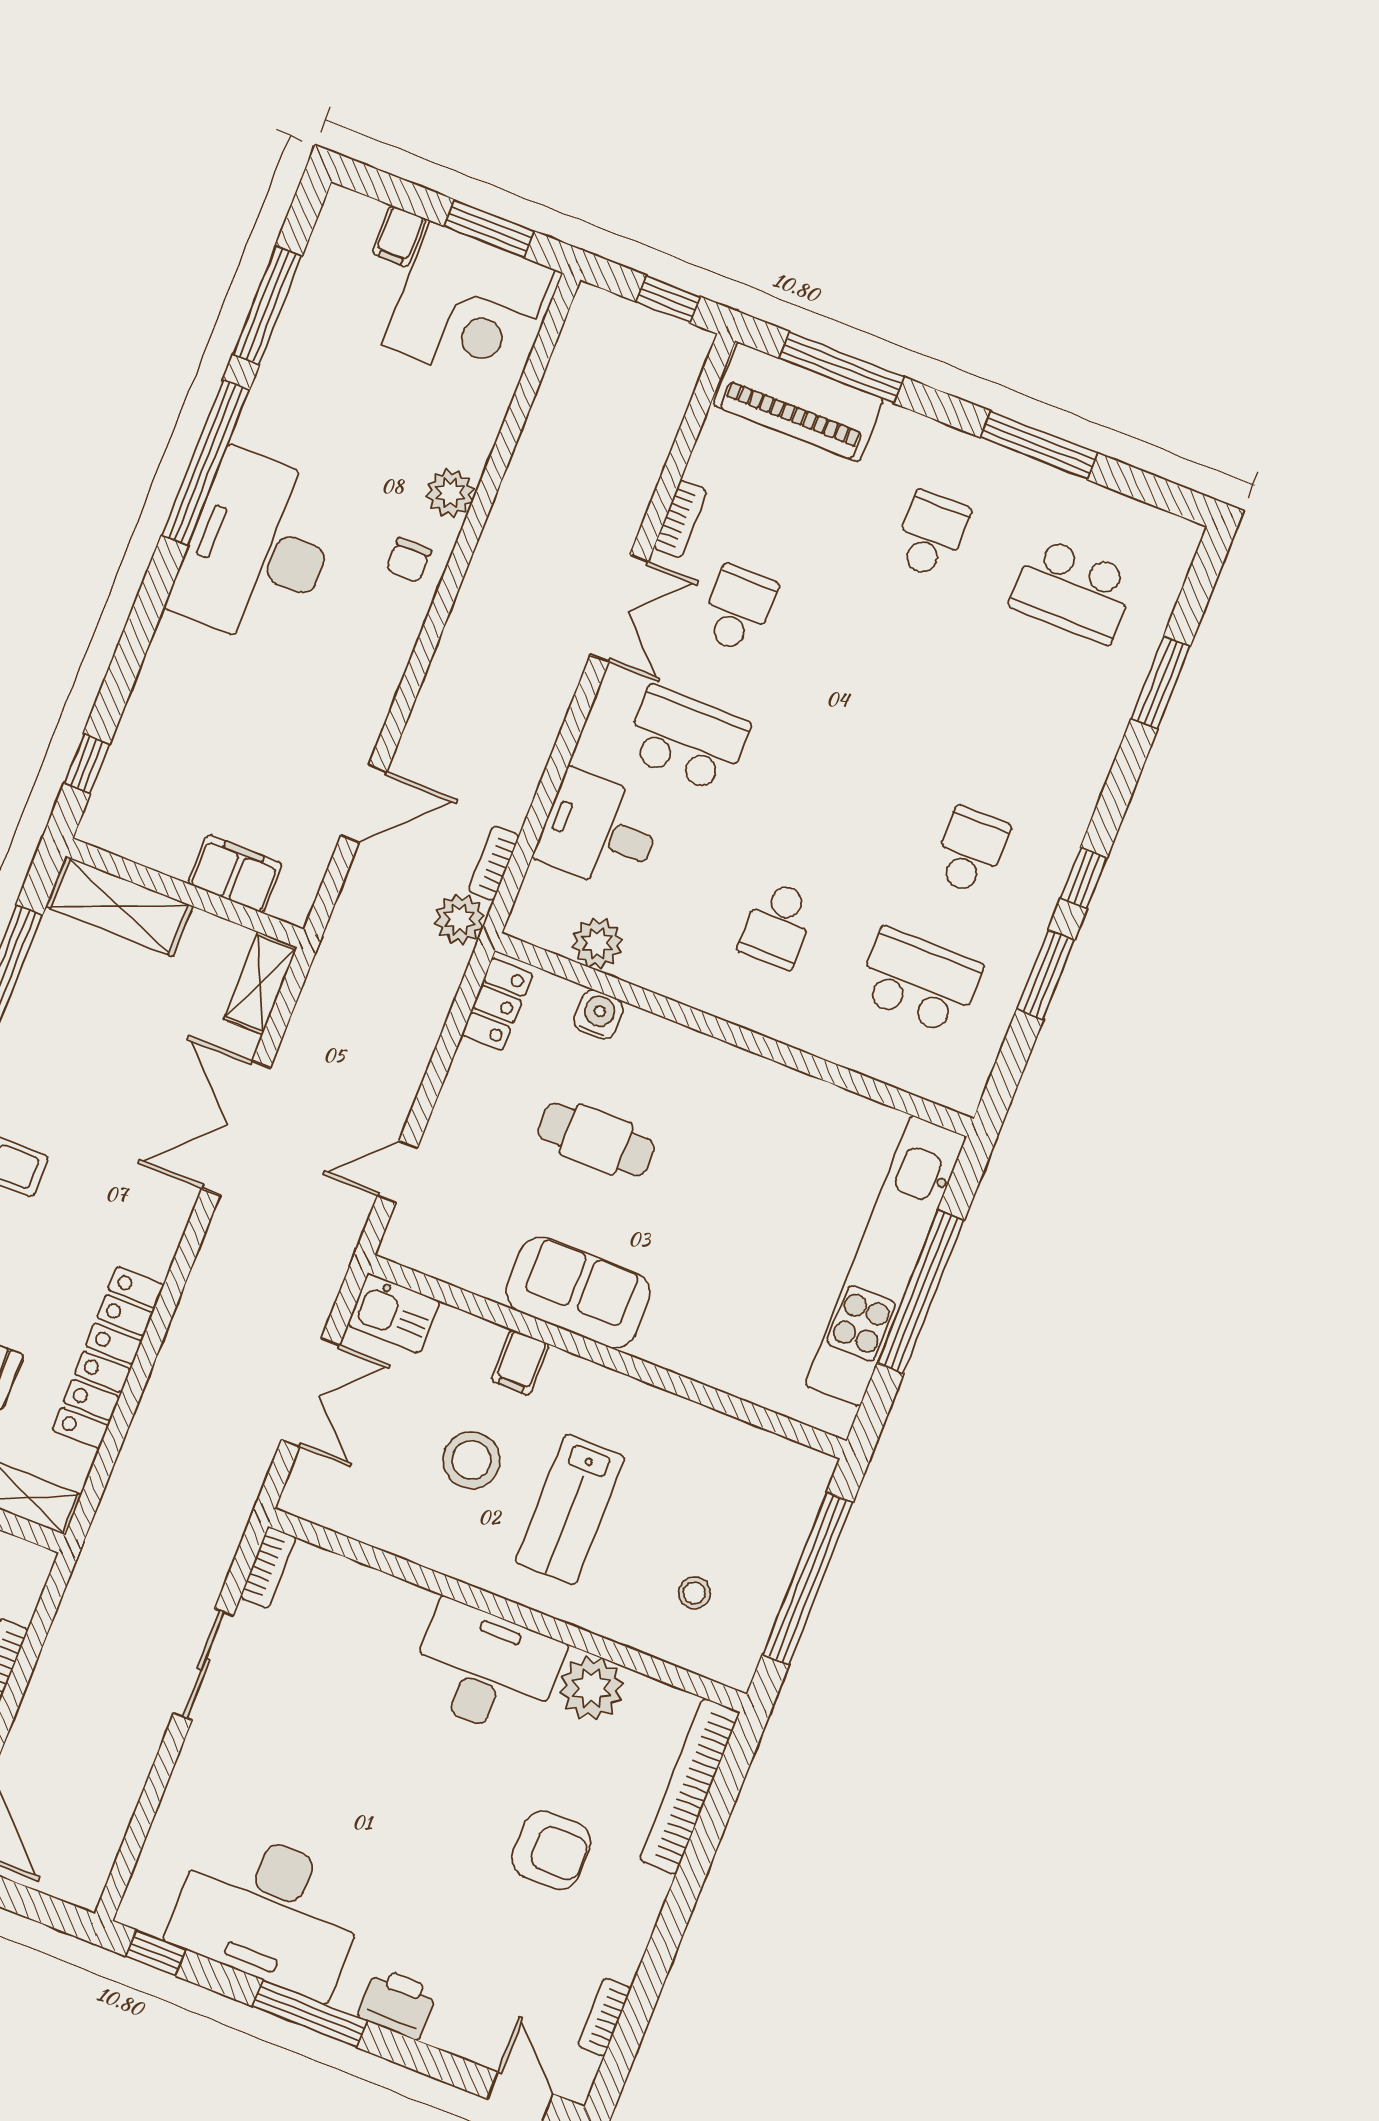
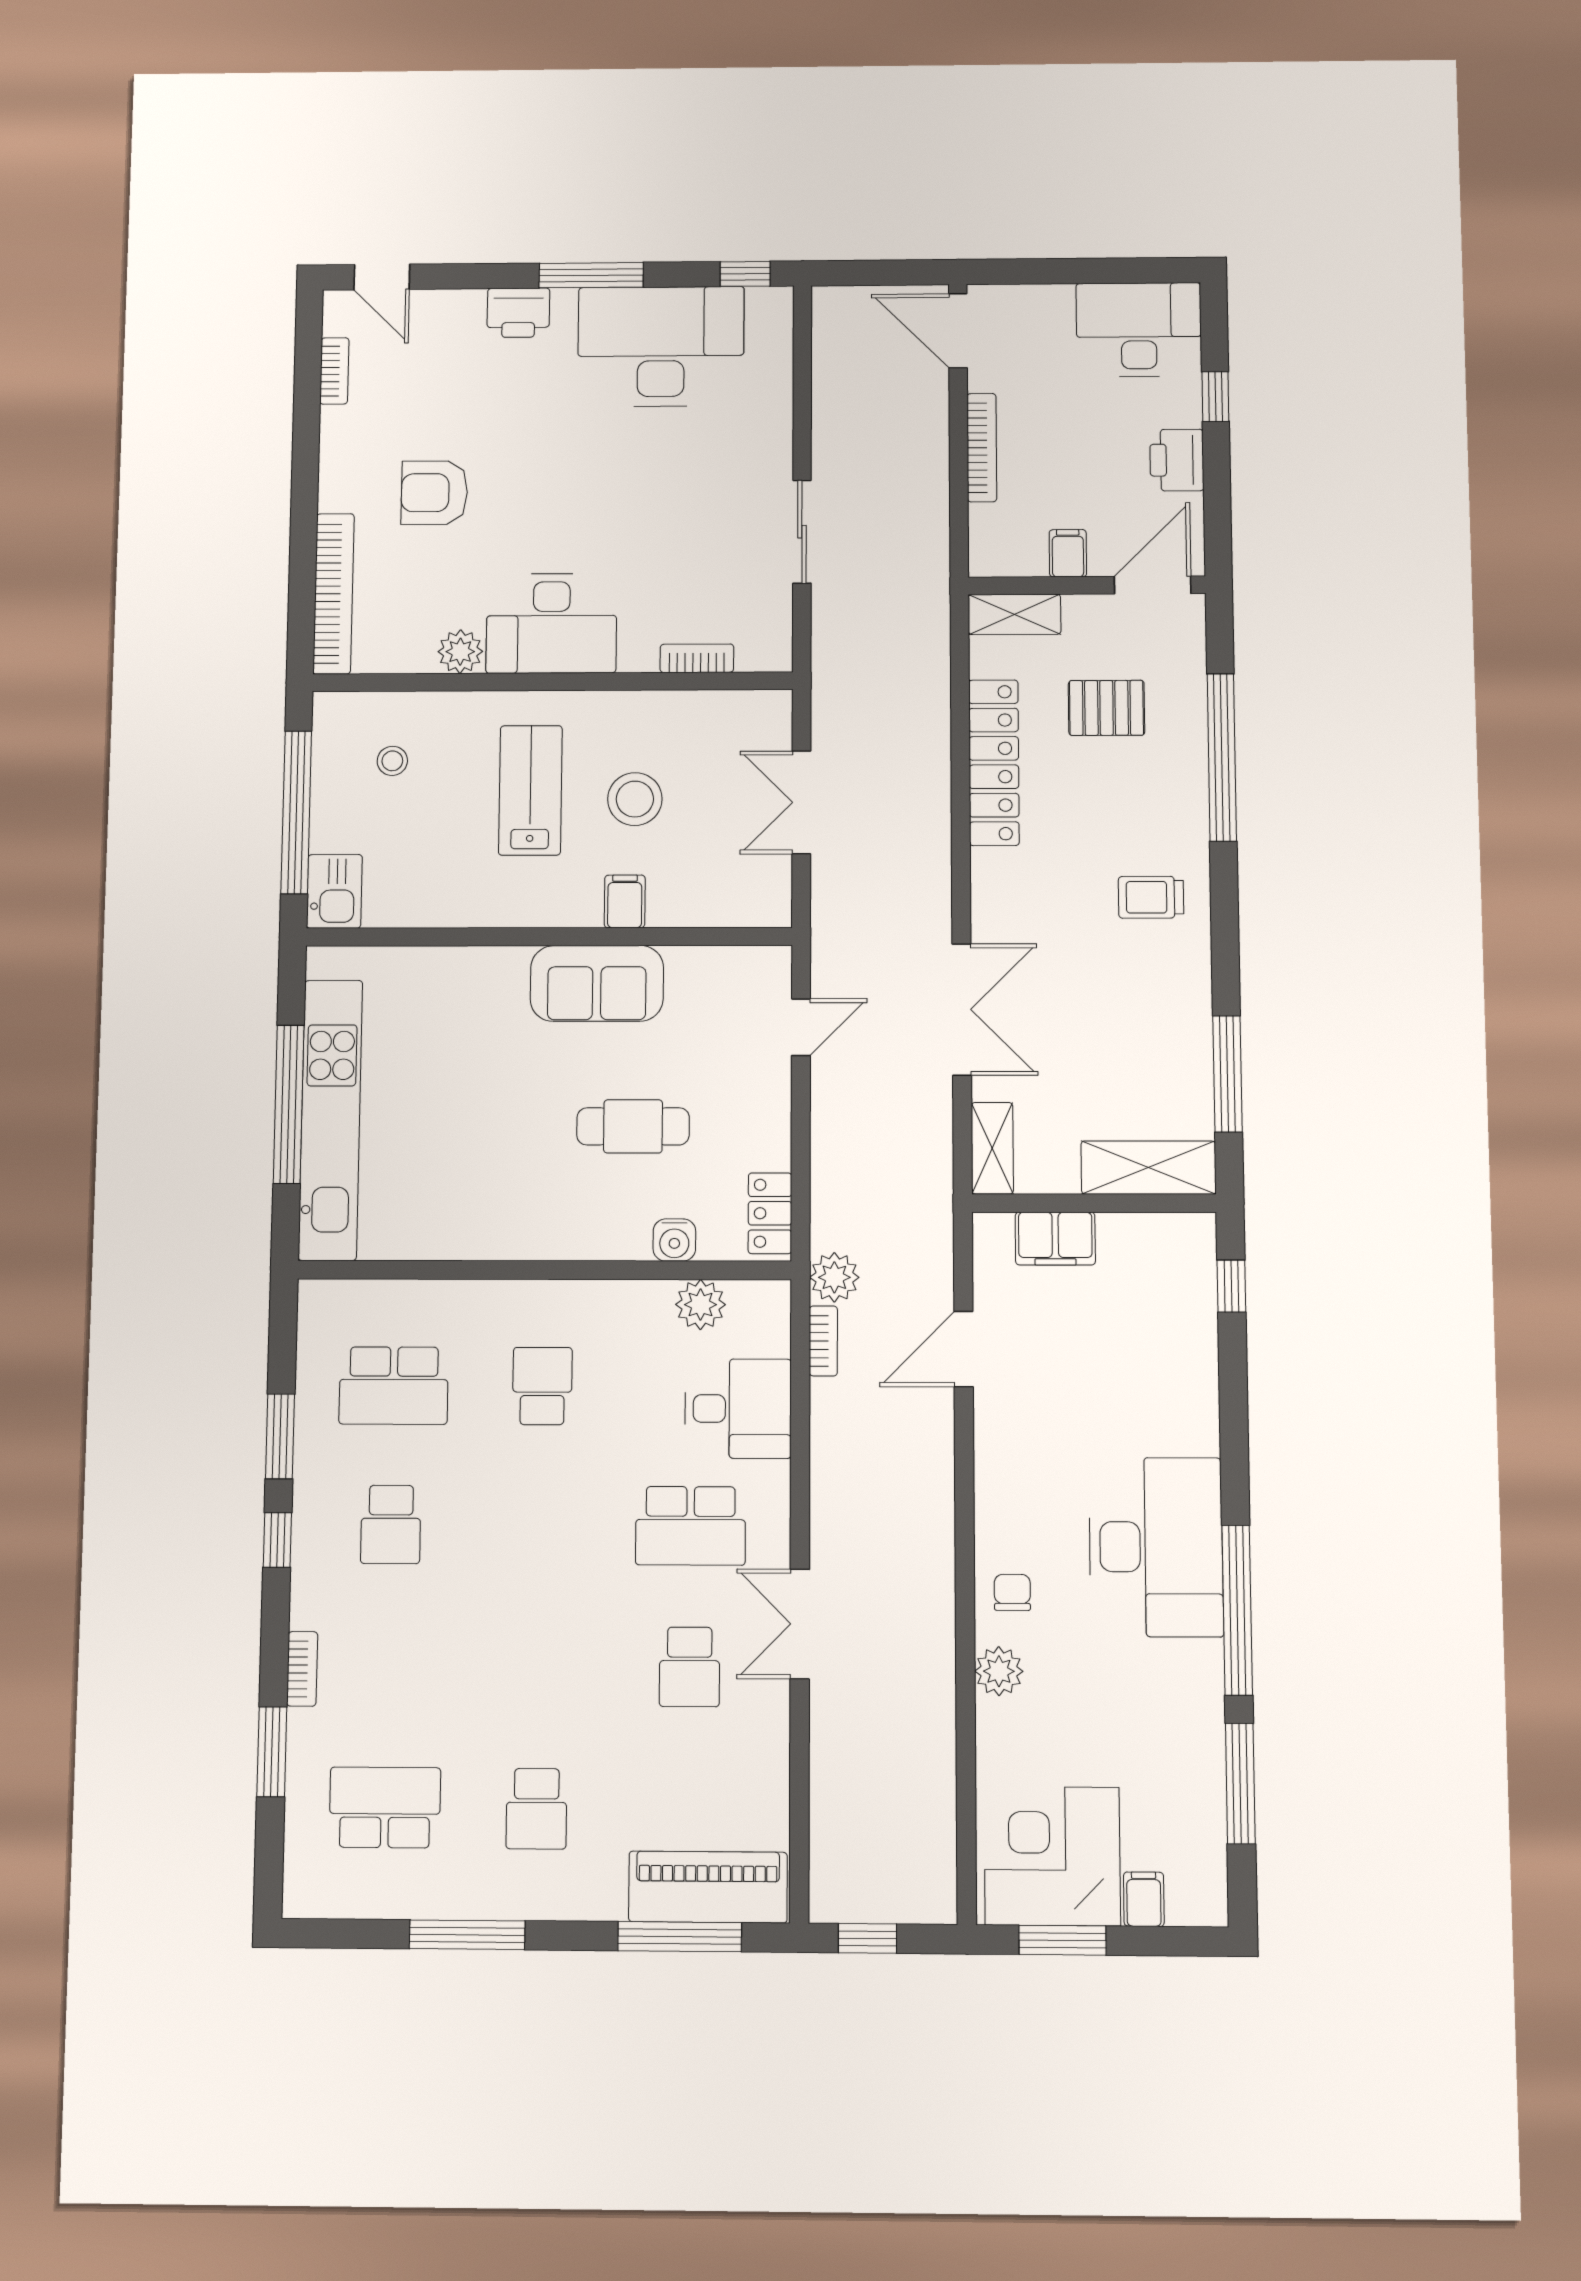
bookcase: (680, 519) -> (302, 1669), moved, turned 180
kitchen sink: (394, 1313) -> (334, 891), moved, turned 90
bookcase: (268, 1567) -> (697, 658), moved, turned 90
plant: (591, 1688) -> (460, 652), width x0.73, depth x0.73

